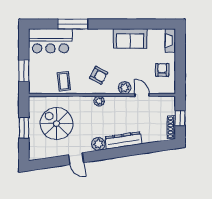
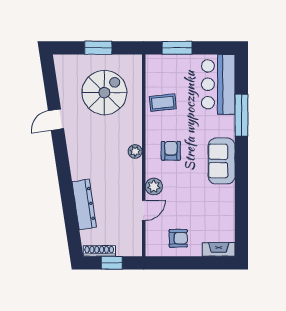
sofa: (130, 38) -> (222, 161), moved
armchair: (99, 75) -> (171, 151), turned 151
dresser: (123, 140) -> (84, 204), moved
plant: (98, 144) -> (76, 150), removed

